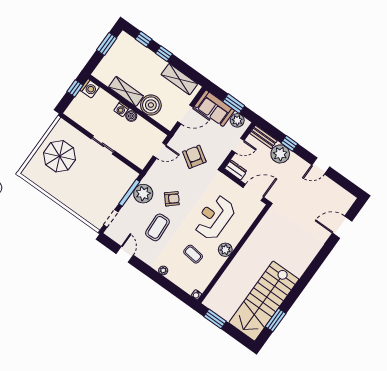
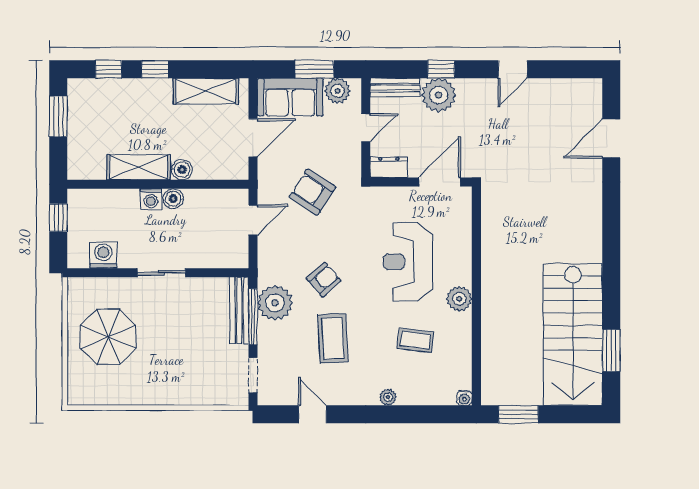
washing machine: (90, 88) -> (103, 255), moved, turned -90
boiler: (151, 105) -> (182, 170), width x0.54, depth x0.54
bench: (125, 186) -> (239, 311), added

